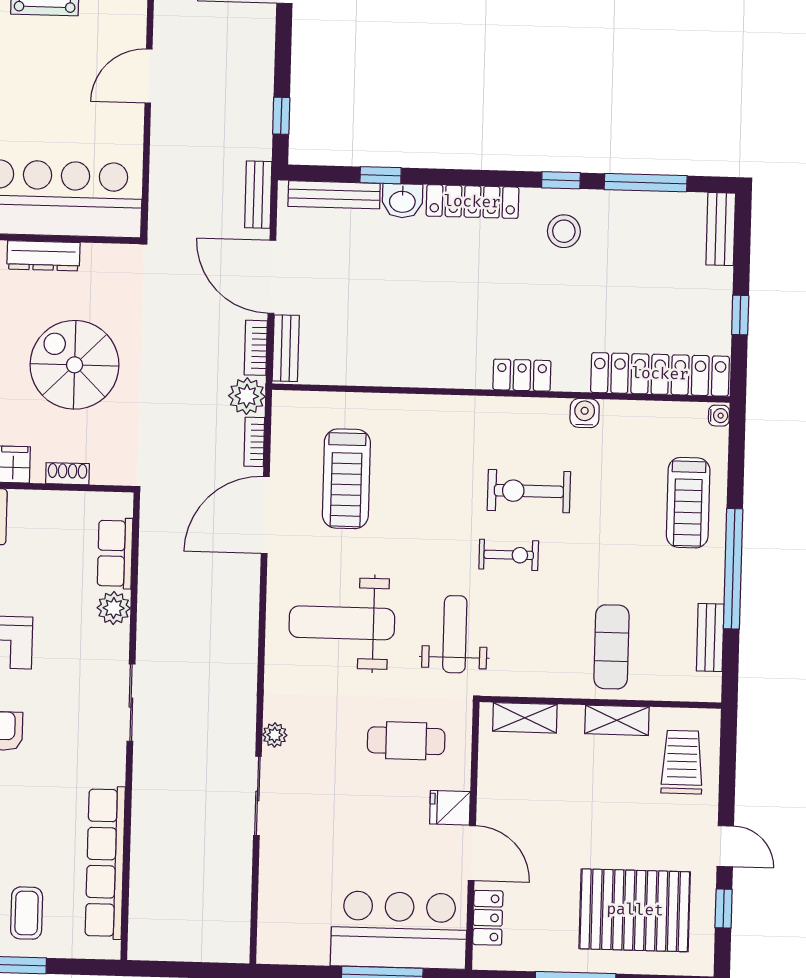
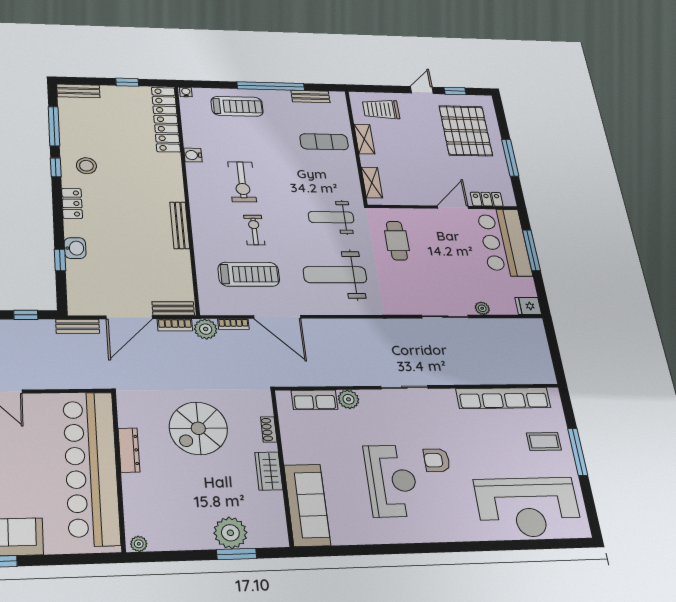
bench: (334, 195) -> (180, 225), moved
locker: (472, 202) -> (72, 203), width x0.66
locker: (522, 375) -> (175, 186), removed
exercise bike: (509, 555) -> (254, 230), moved
weight bench: (342, 623) -> (335, 275), turned 90
plant: (275, 735) -> (482, 308), moved
fridge: (450, 808) -> (528, 306), moved, turned 90

